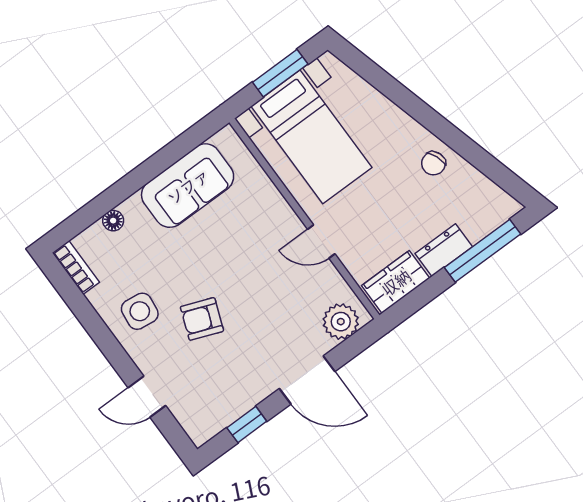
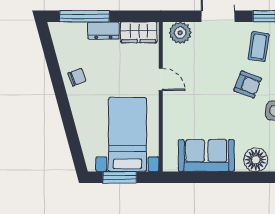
floor lamp: (113, 221) -> (256, 160), width x1.89, depth x1.89
coffee table: (224, 379) -> (259, 47), added

